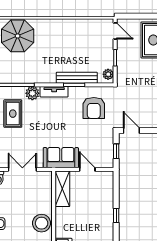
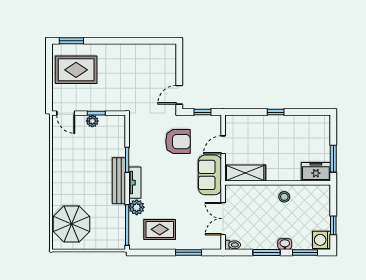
door: (115, 31) -> (66, 113), swing flipped
plant: (108, 74) -> (92, 121), moved
bench: (77, 78) -> (119, 181), moved
armchair: (94, 108) -> (178, 142), moved
stool: (42, 223) -> (284, 197), width x0.53, depth x0.53

